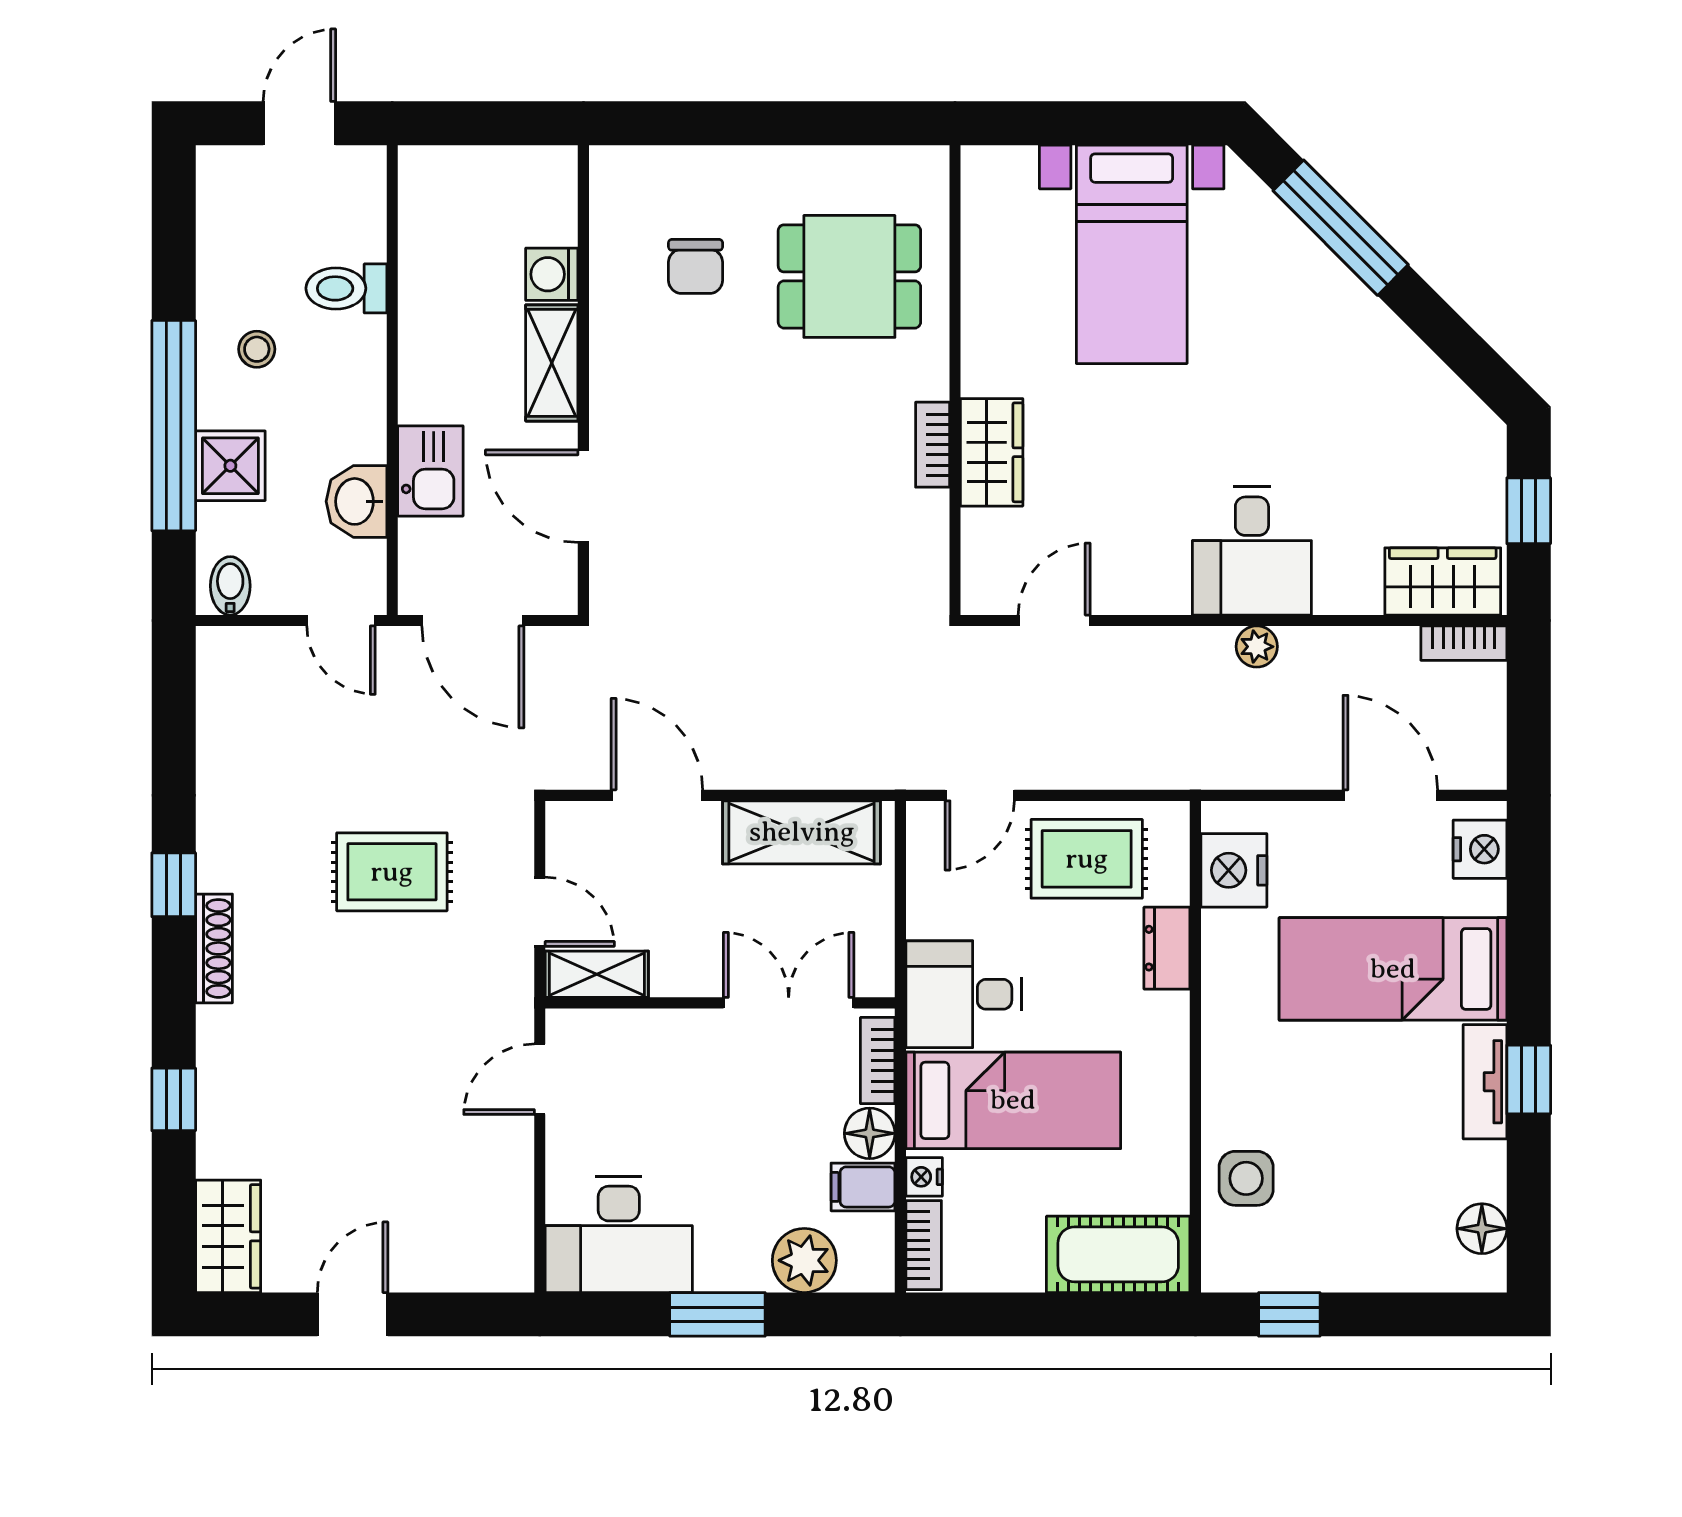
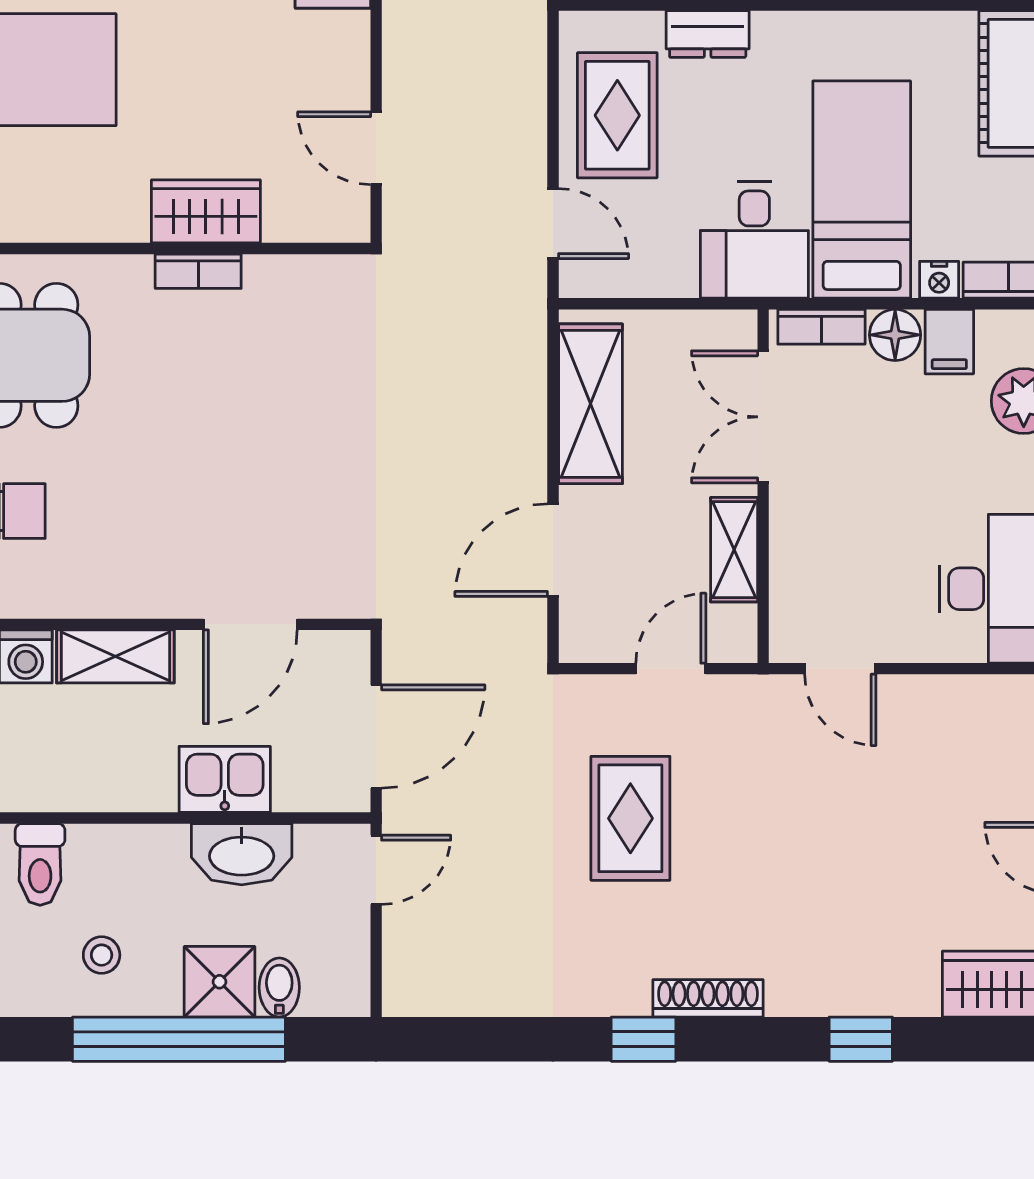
washbasin: (356, 501) -> (242, 854), width x1.38
bidet: (230, 586) -> (279, 987), moved, turned 90
shelving: (597, 974) -> (734, 550), moved

